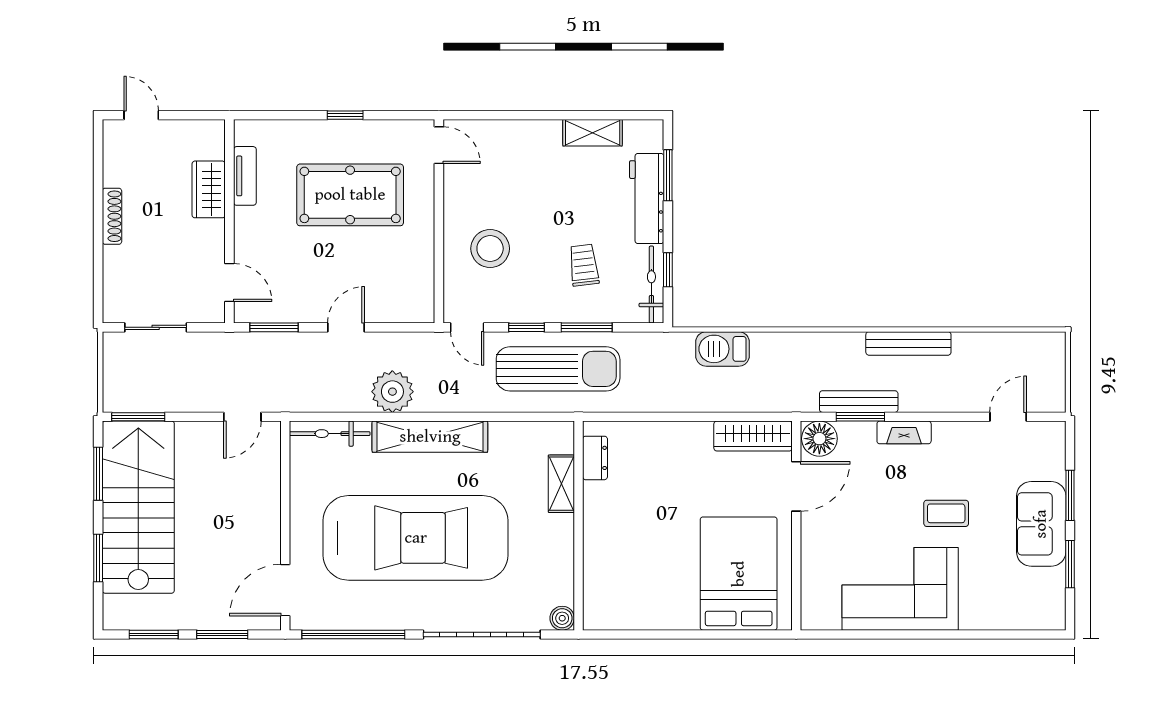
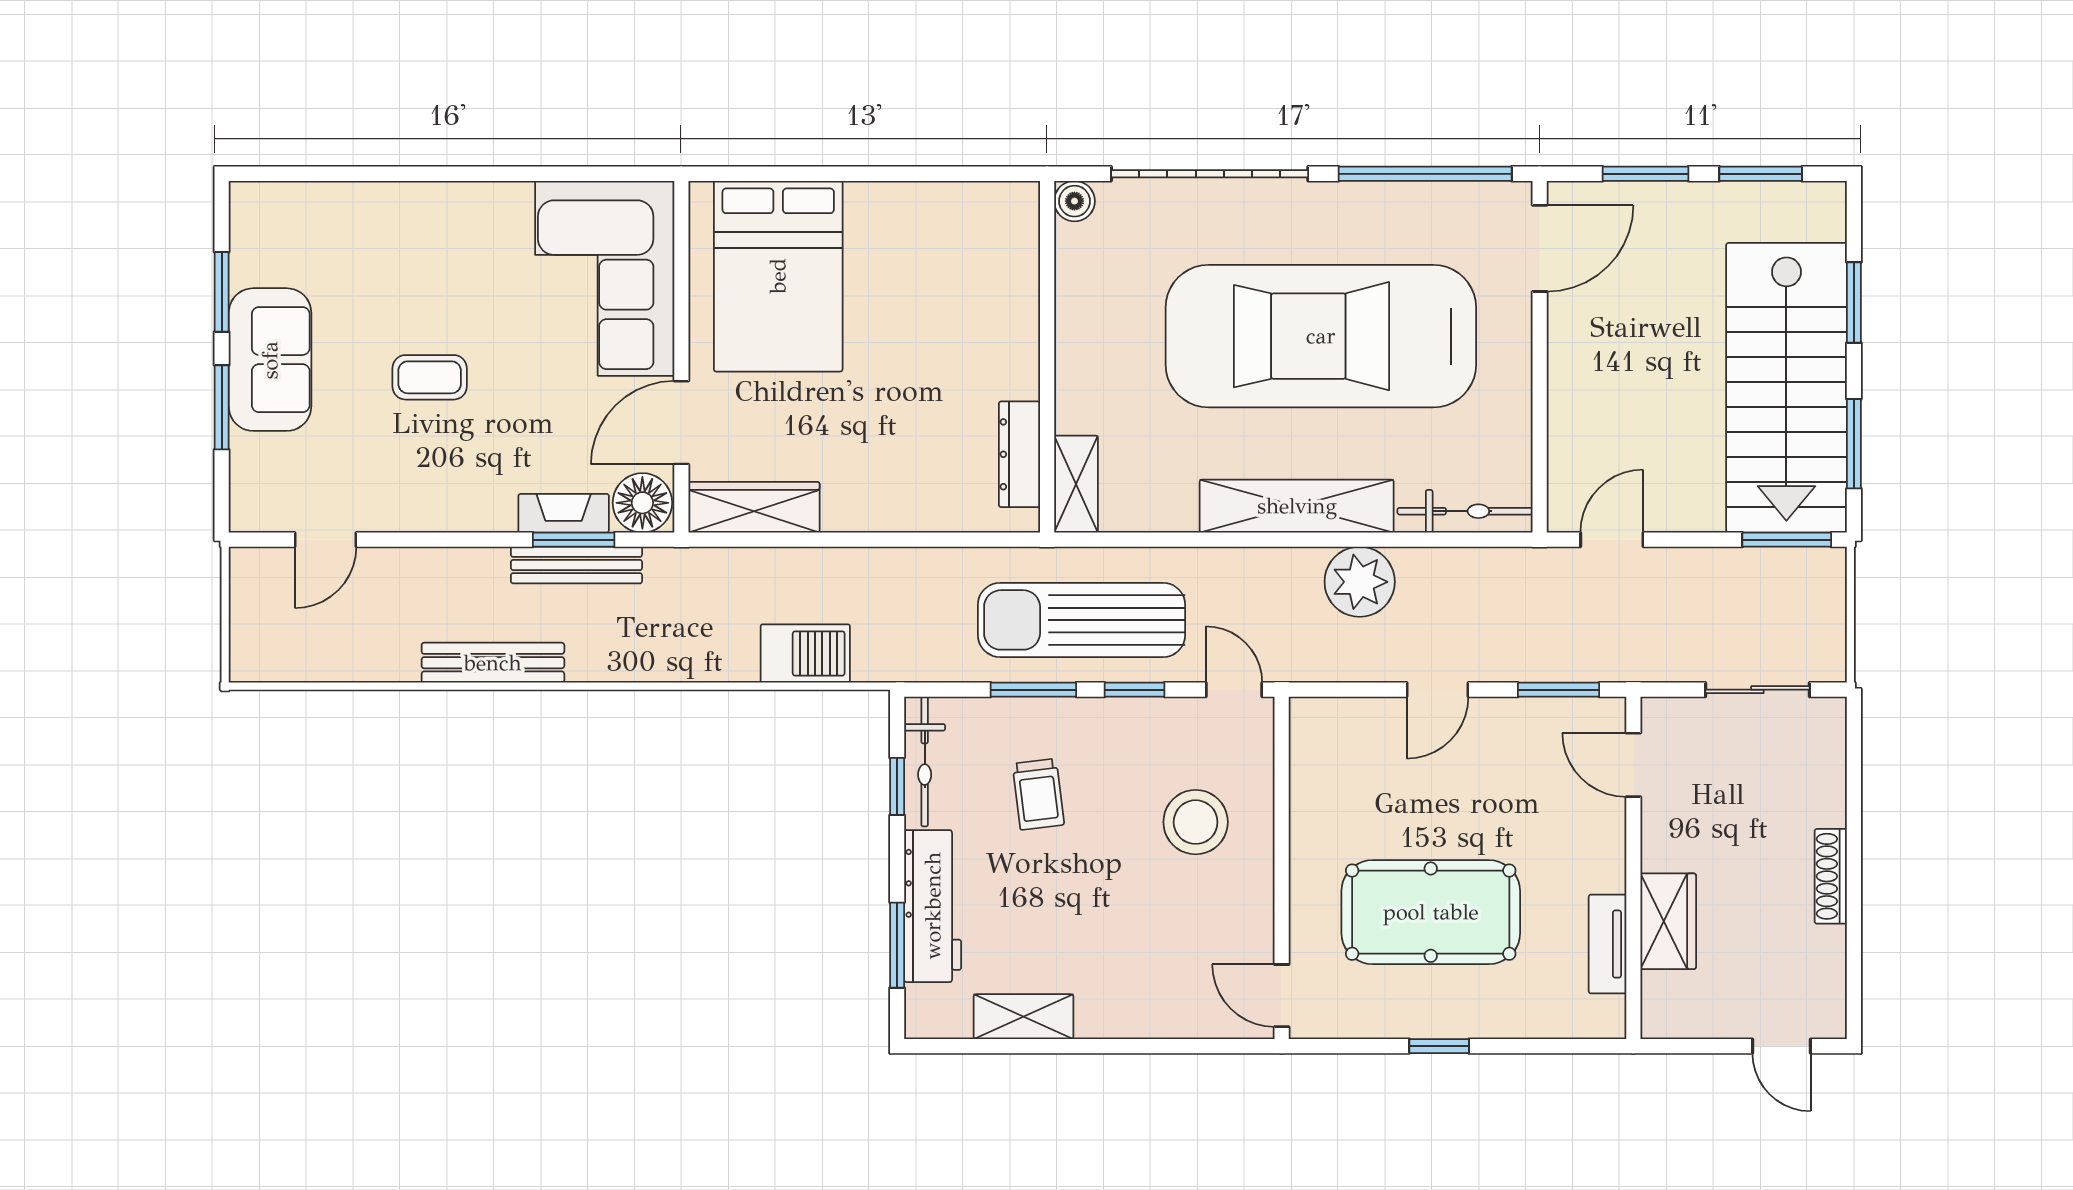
fireplace: (904, 432) -> (564, 513), moved
dresser: (595, 458) -> (1019, 454), width x1.44
shelving: (561, 484) -> (1076, 484), moved
corner sofa: (900, 589) -> (605, 278), moved, turned 90

